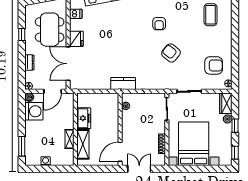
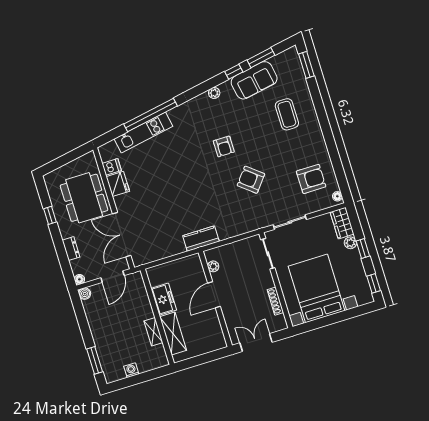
fridge: (76, 39) -> (118, 184), moved
washing machine: (34, 111) -> (96, 310), removed
door: (120, 152) -> (214, 295), moved

